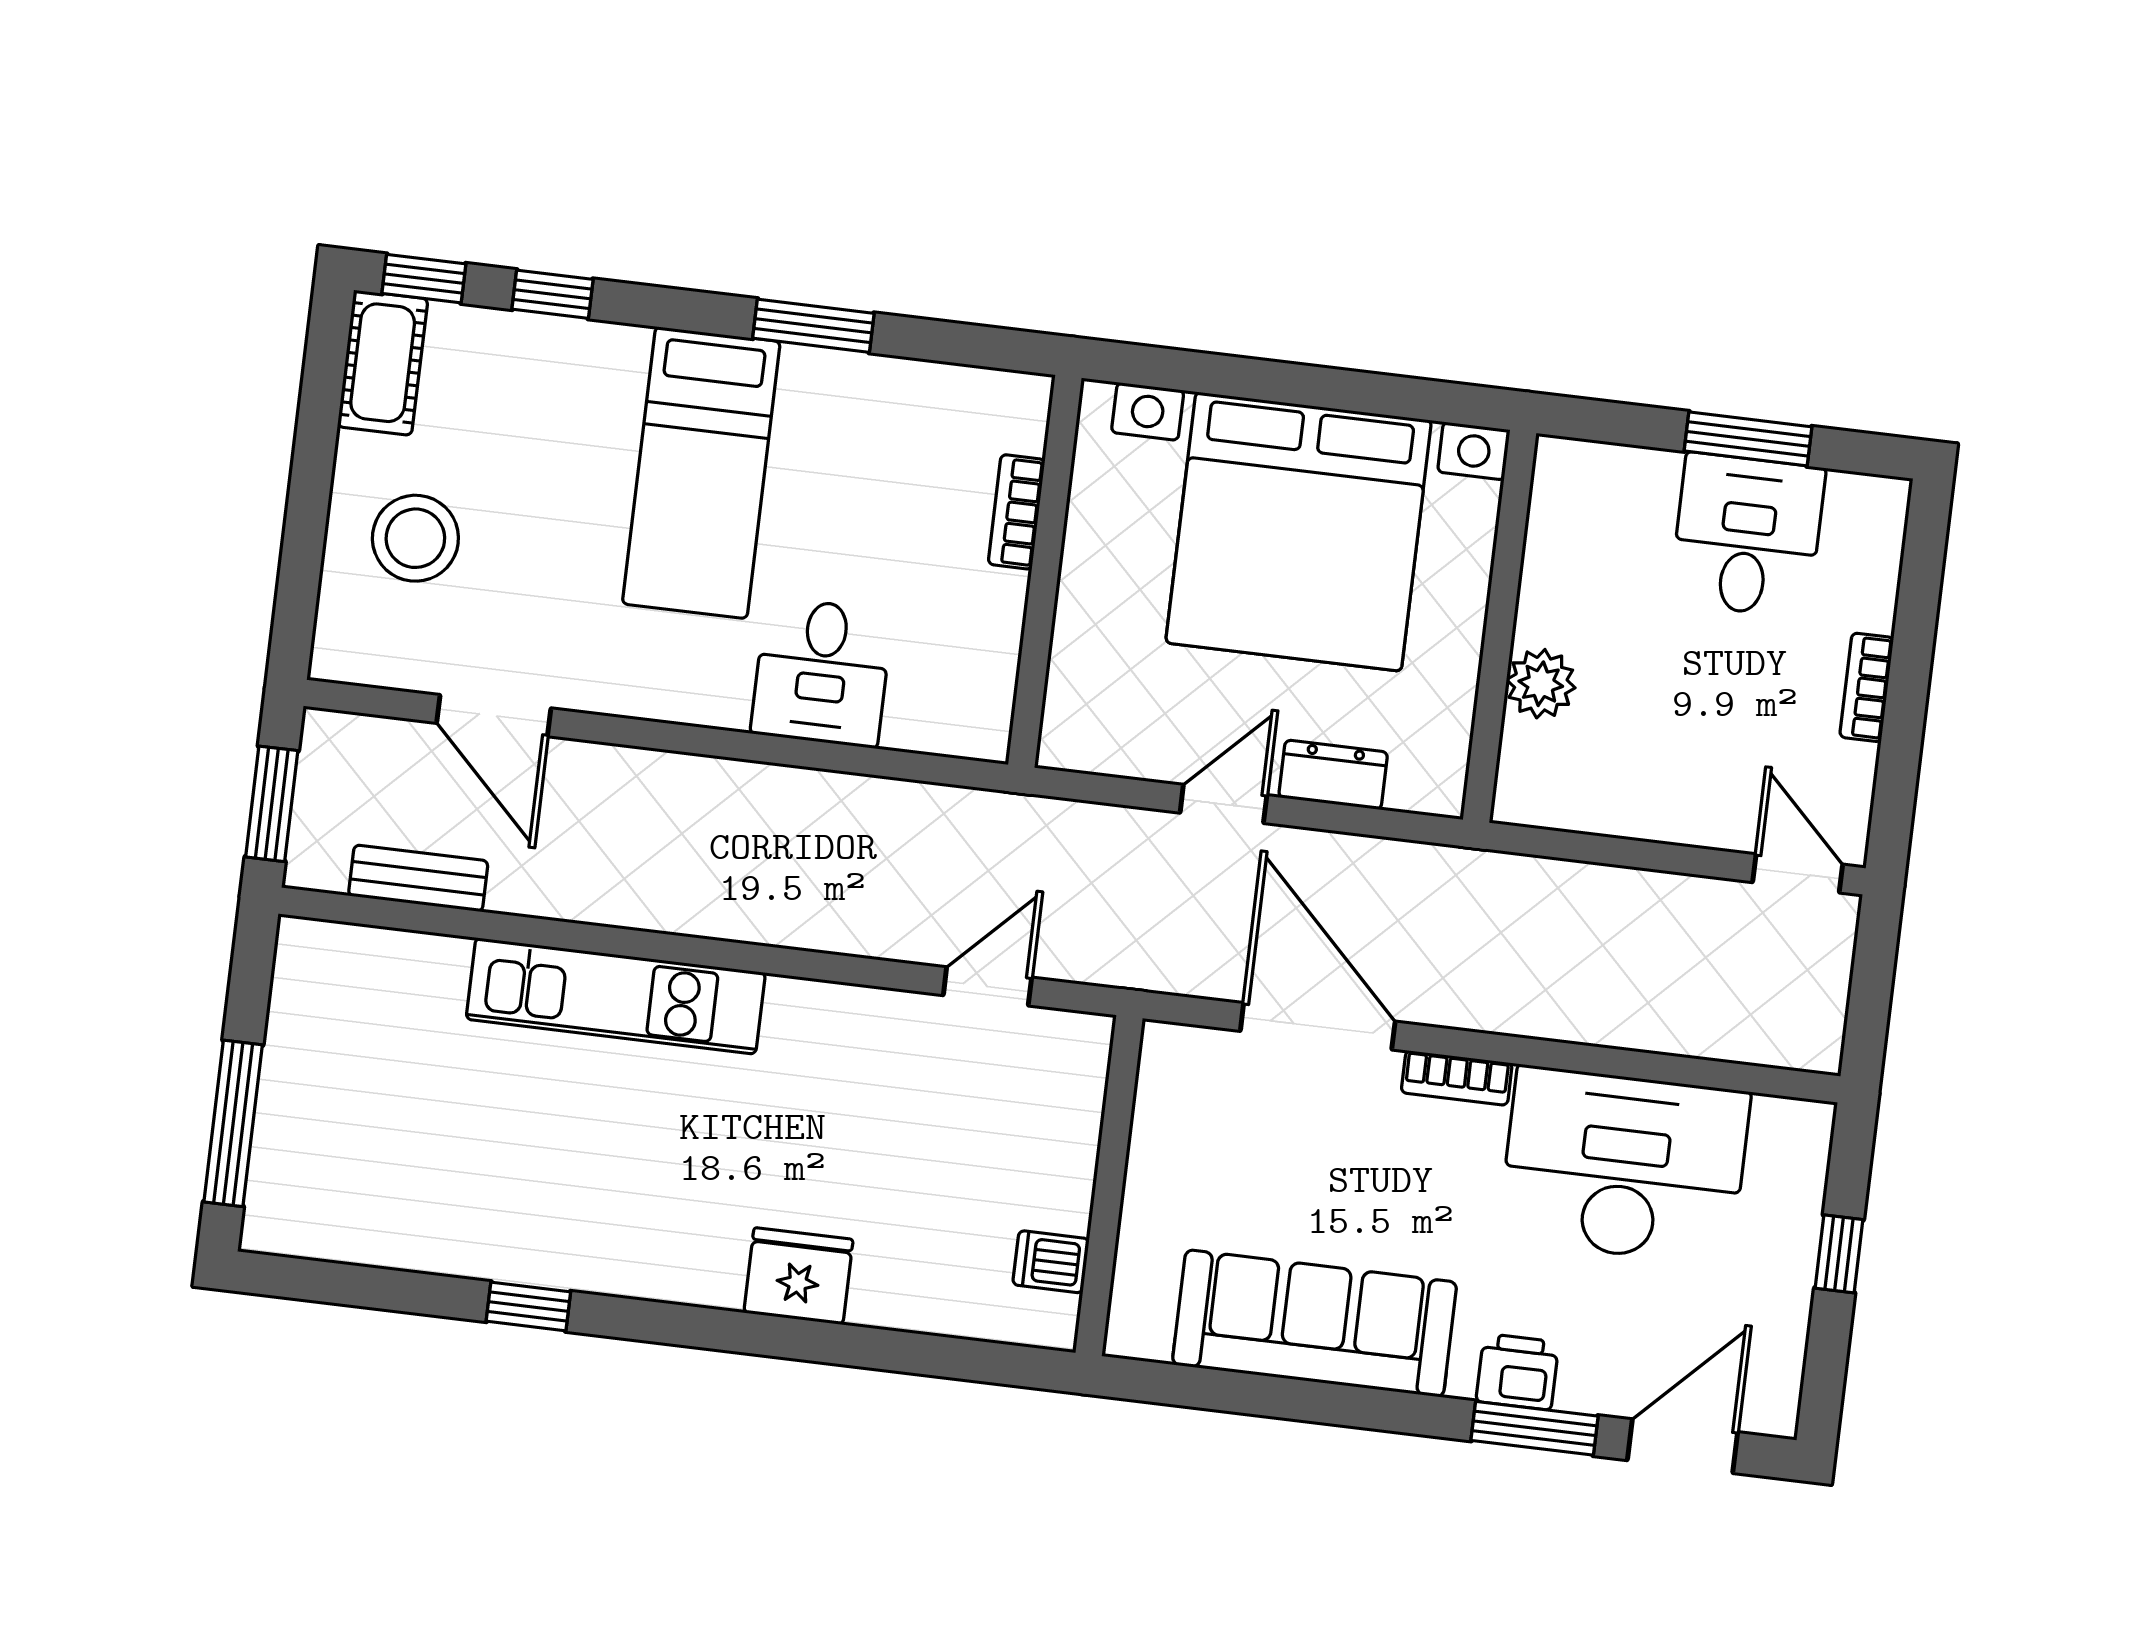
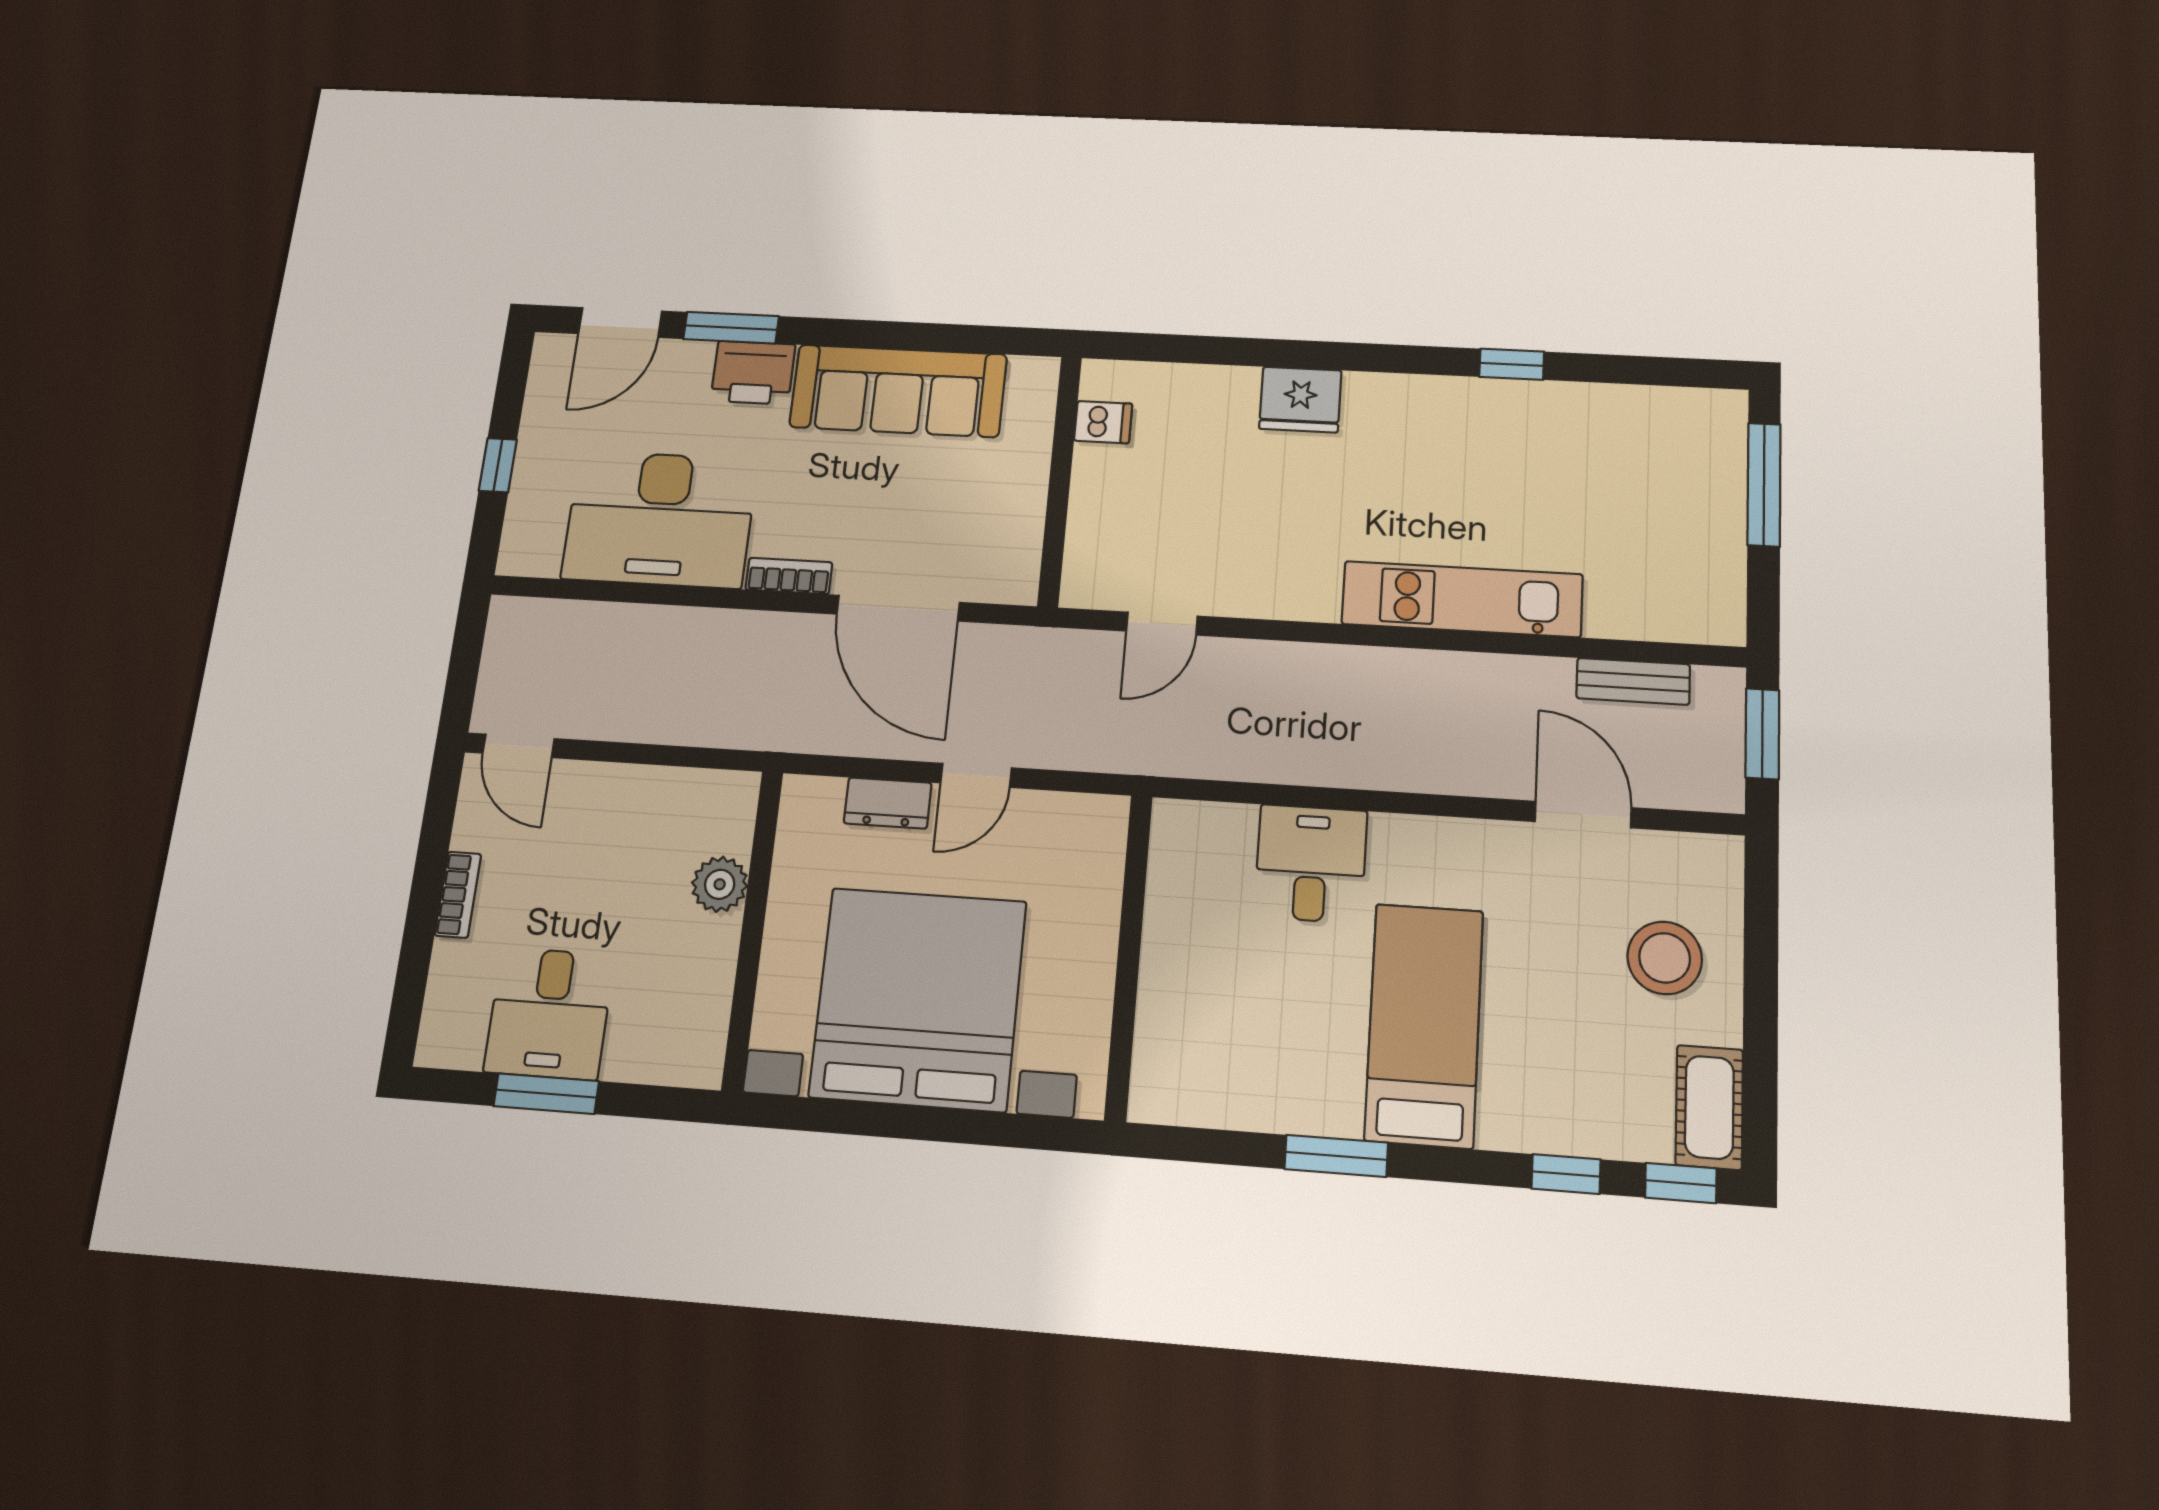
bookcase: (1017, 512) -> (1154, 1004), removed
printer: (1517, 1372) -> (753, 373), width x1.36, depth x1.24

